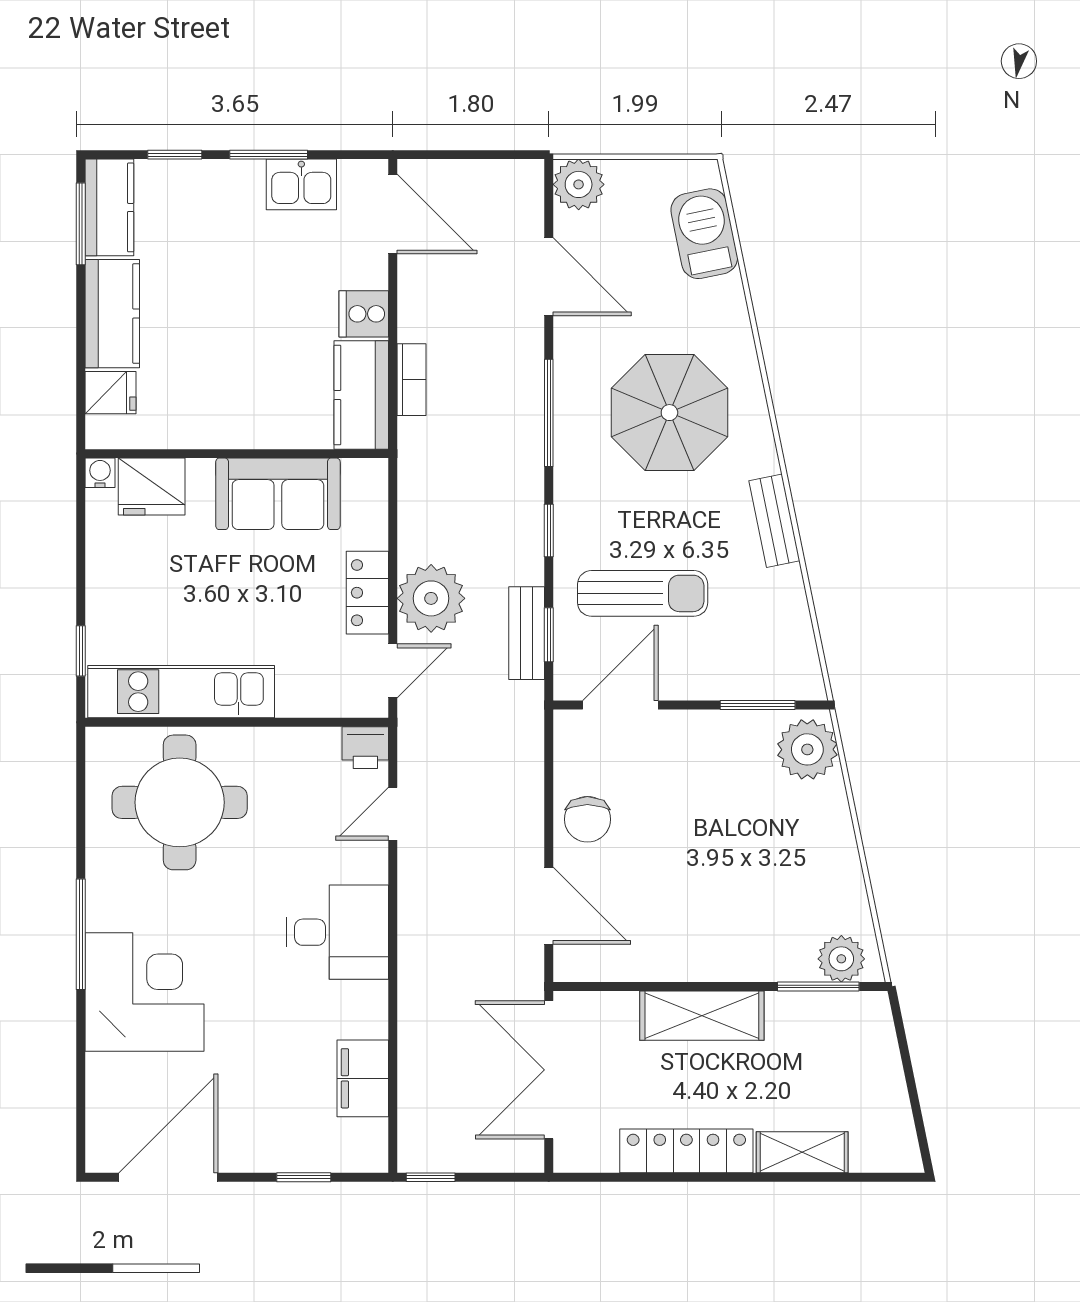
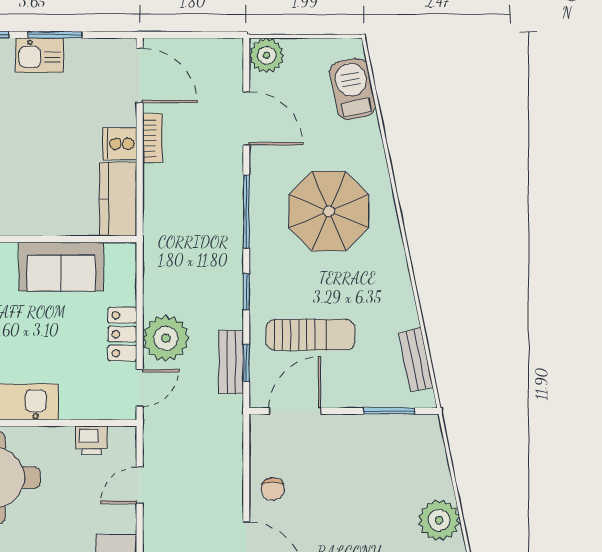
kitchen sink: (301, 184) -> (39, 55), moved
bookcase: (411, 380) -> (152, 138), moved
bench: (774, 521) -> (416, 360), moved
printer: (365, 748) -> (91, 440), moved
plant: (807, 749) -> (439, 520), moved
chair: (587, 819) -> (273, 489), width x0.73, depth x0.73

